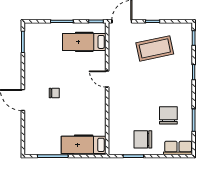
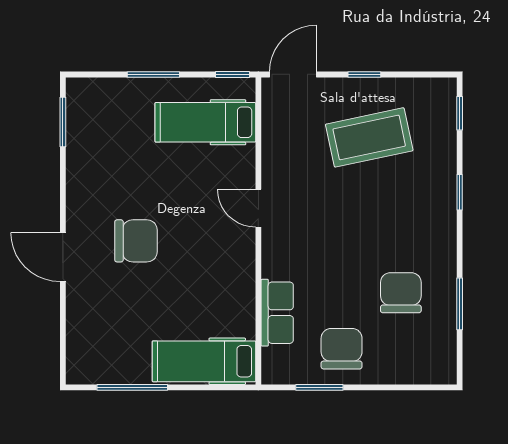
chair: (54, 93) -> (136, 241), width x1.87, depth x1.87
chair: (143, 139) -> (342, 349), turned 90
row of seats: (178, 148) -> (277, 313), moved, turned 90

